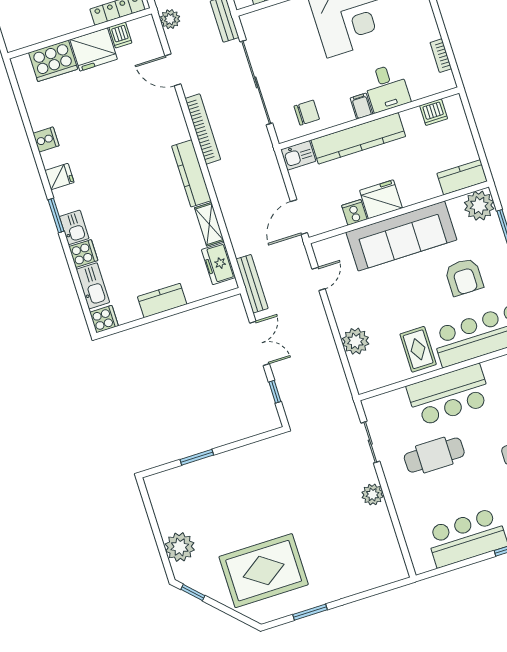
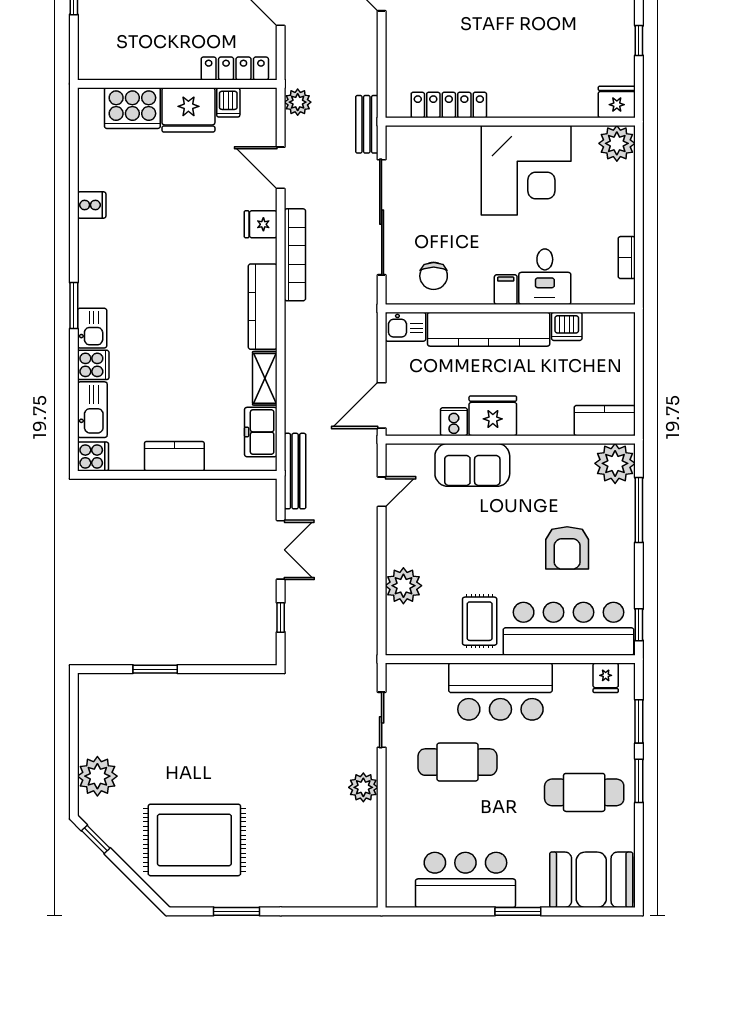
dishwasher: (434, 112) -> (567, 326), moved
chair: (307, 113) -> (434, 276), turned 90
fridge: (59, 177) -> (261, 224), moved, turned 180
sofa: (401, 236) -> (472, 465), width x0.54, depth x0.79

